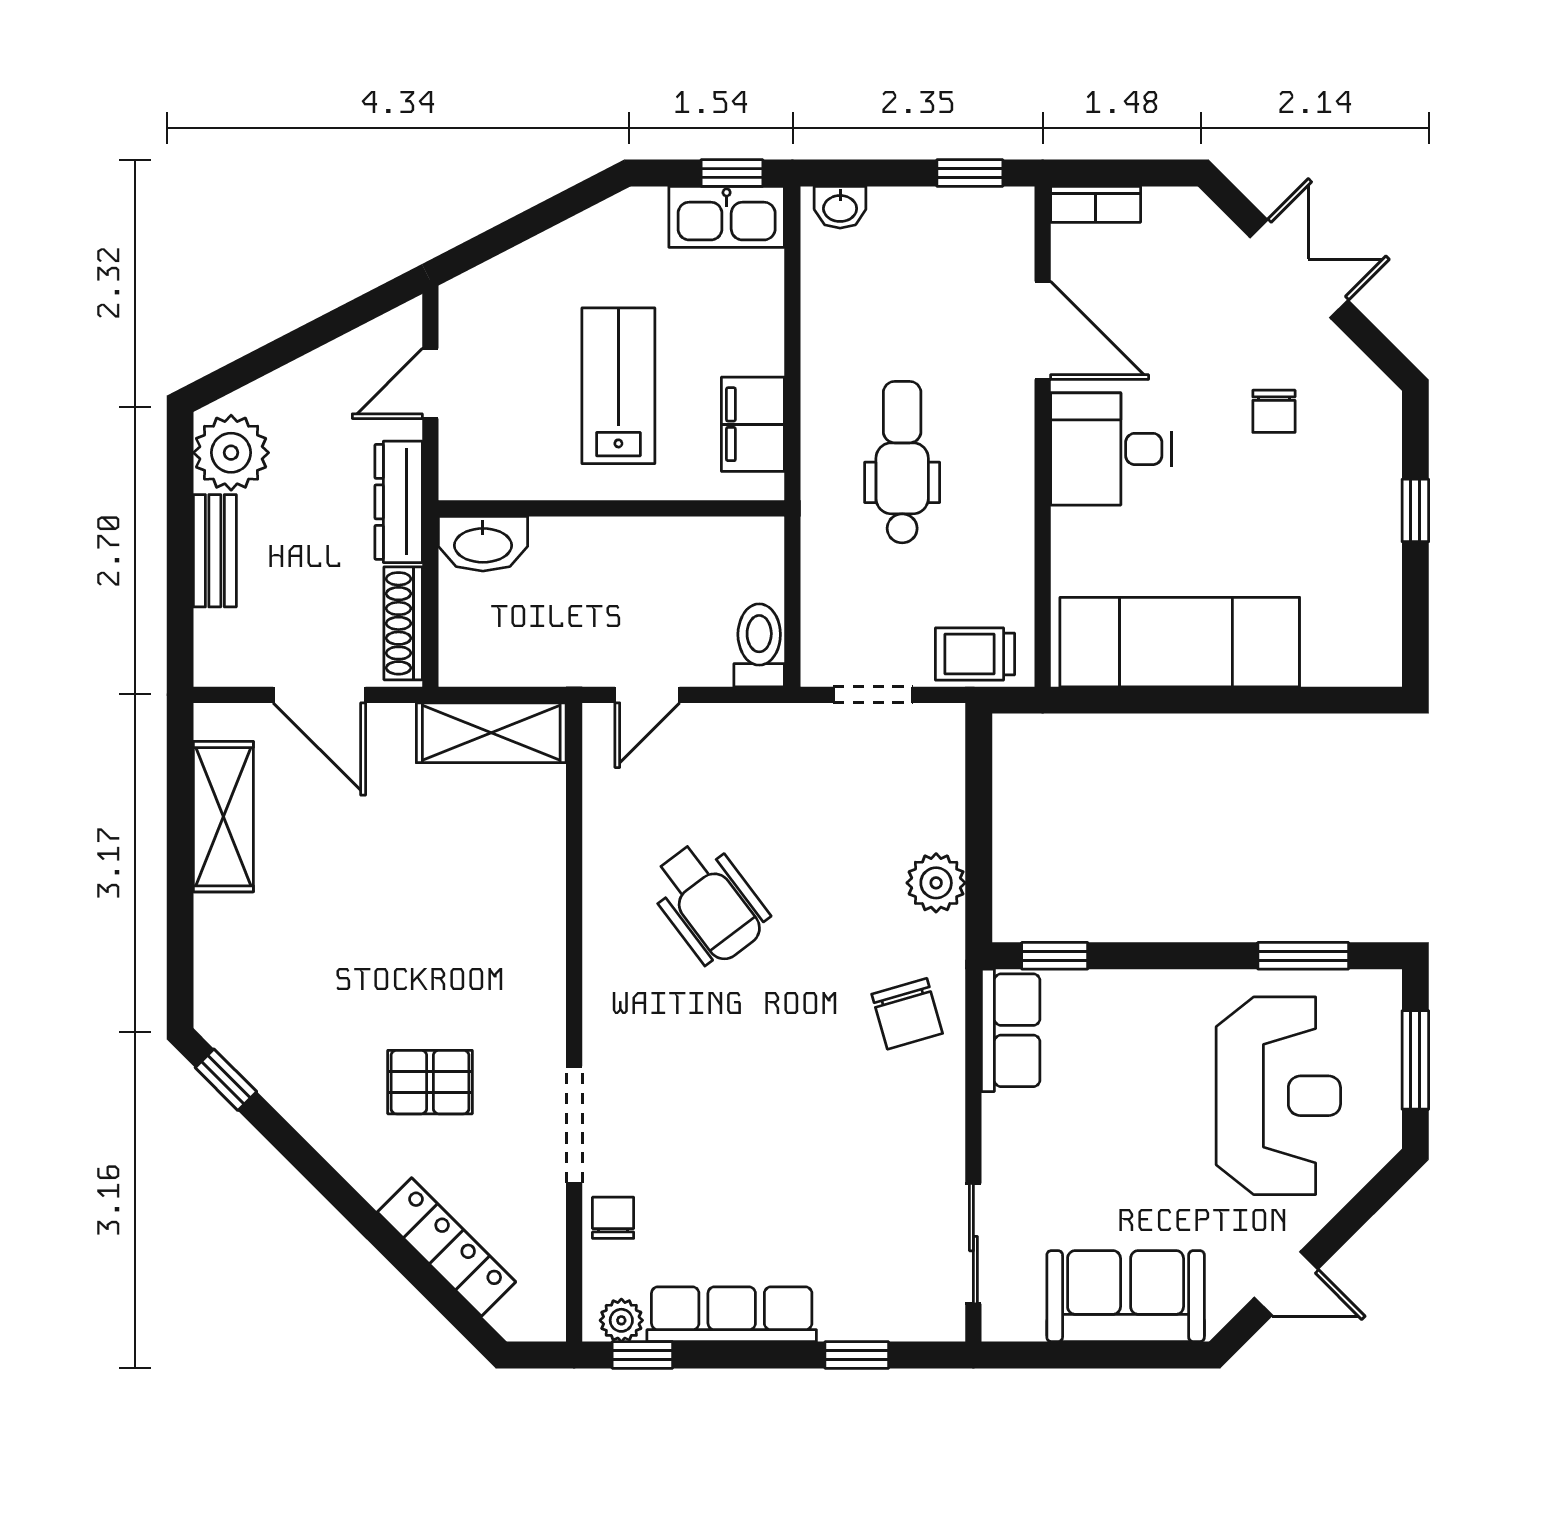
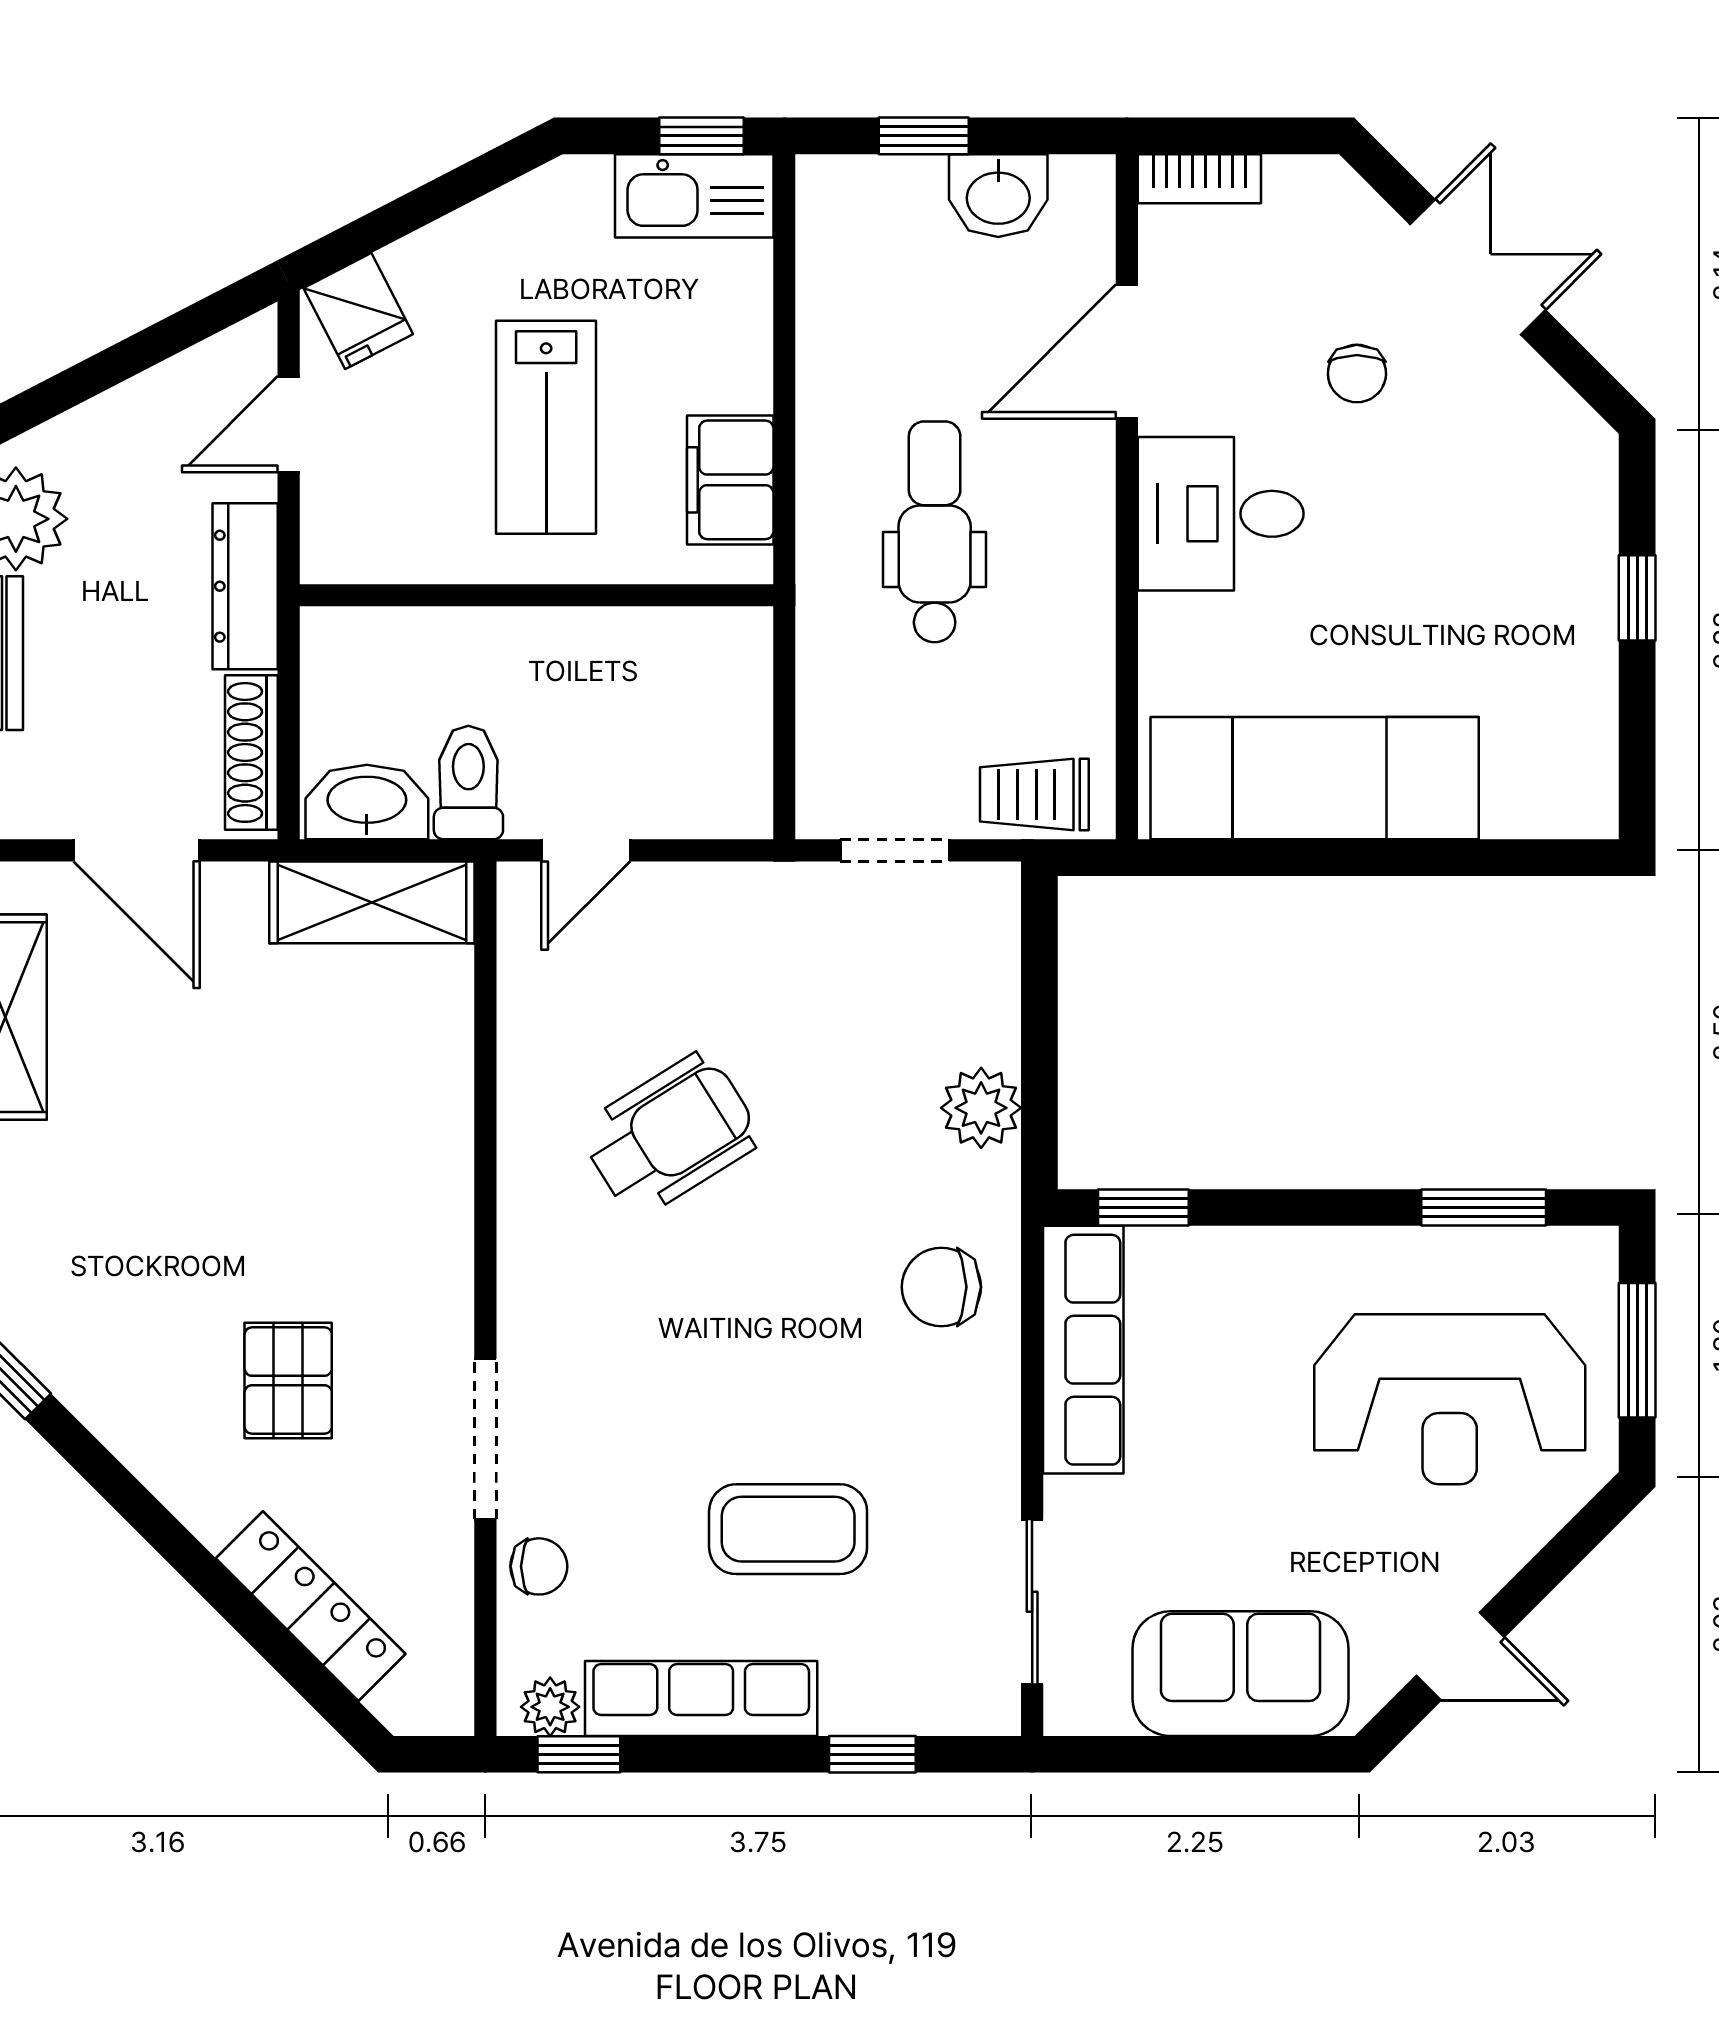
window: (970, 173) -> (924, 136), moved
washbasin: (840, 207) -> (998, 196), moved, width x1.38, depth x1.45
fridge: (481, 301) -> (358, 311), added
door: (1043, 330) -> (1127, 352), swing flipped
lab bench: (618, 386) -> (546, 427), turned 180
chair: (1274, 411) -> (1357, 374), moved
washbasin: (483, 544) -> (367, 802), moved, turned 180
toilet: (759, 645) -> (468, 783), moved
wheelchair: (709, 902) -> (670, 1135), turned -85
chair: (907, 1014) -> (941, 1287), turned 106
row of seats: (1011, 1030) -> (1083, 1350), width x1.48
pallet: (430, 1082) -> (288, 1381), turned 90
reception desk: (1278, 1096) -> (1450, 1399), turned 90
coffee table: (795, 1191) -> (788, 1529), added
chair: (613, 1218) -> (539, 1566), turned 90

